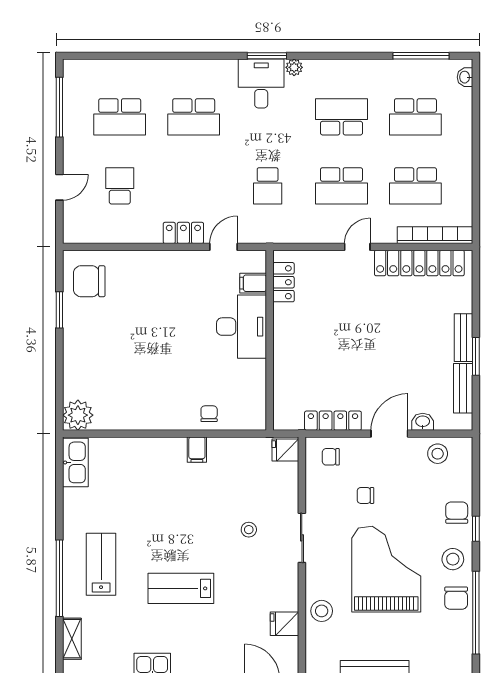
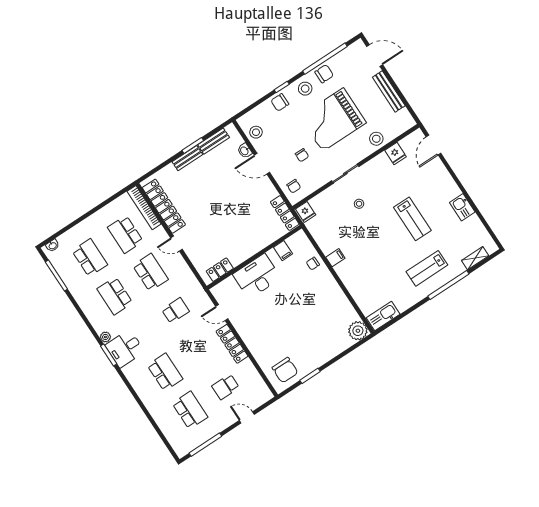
school desk: (415, 186) -> (125, 234), turned 180
locker: (183, 233) -> (232, 344), width x1.53
filing cabinet: (253, 283) -> (283, 251), moved
locker: (333, 421) -> (285, 213), moved

